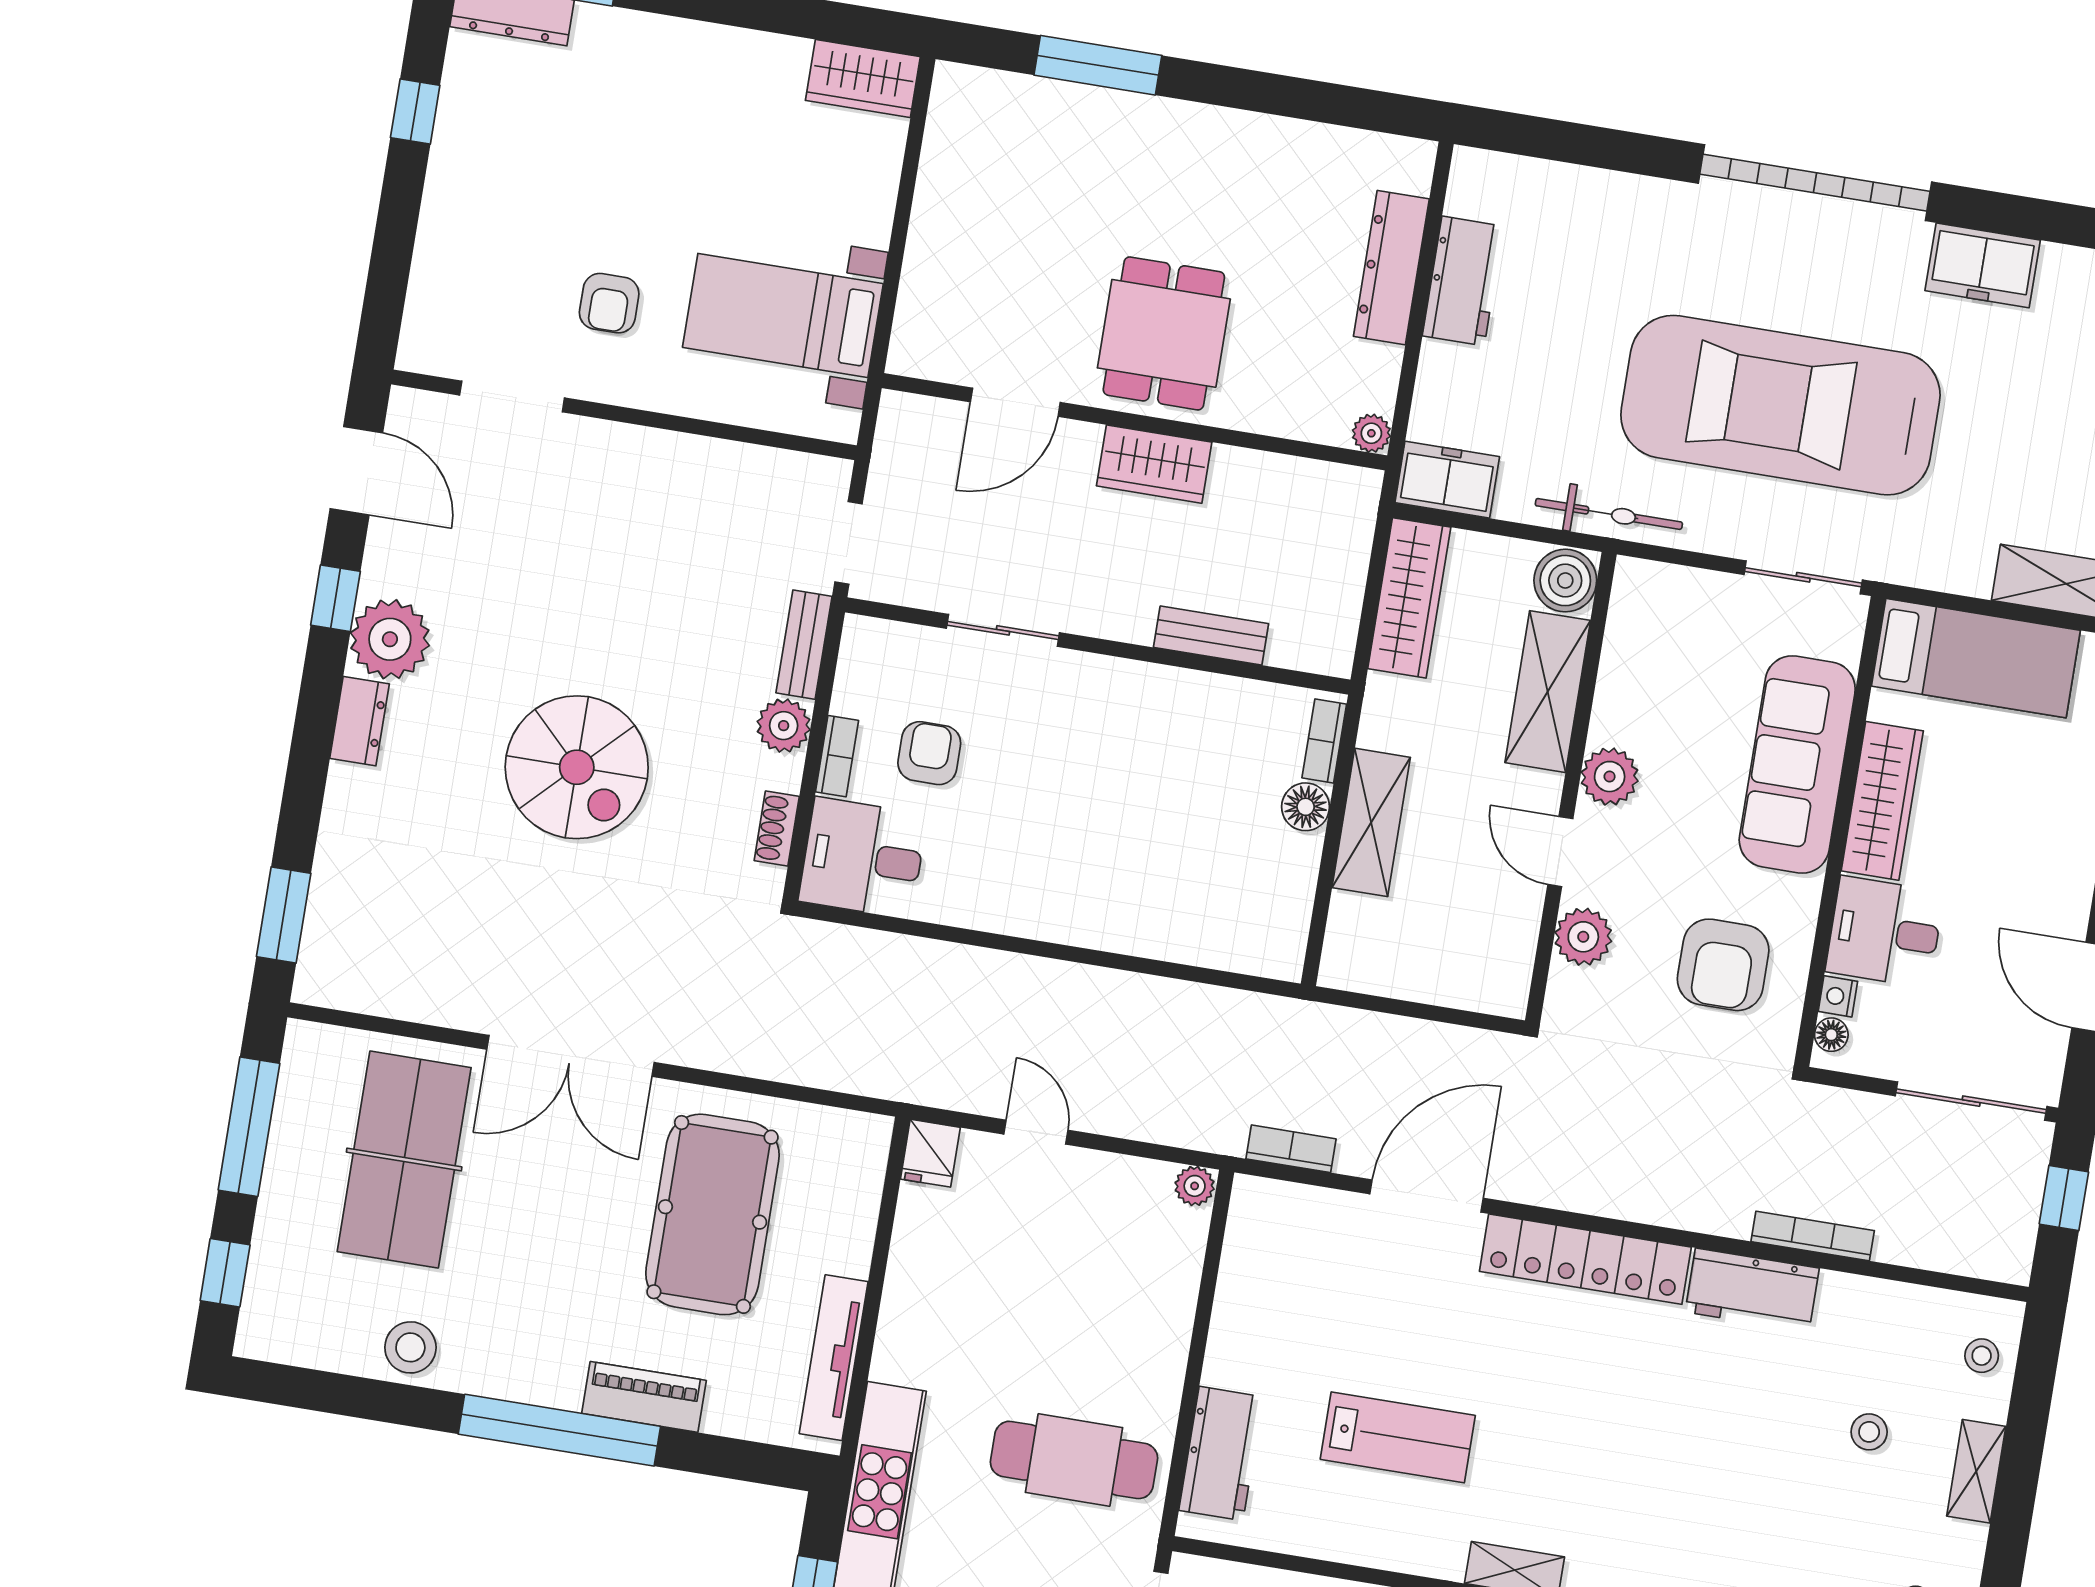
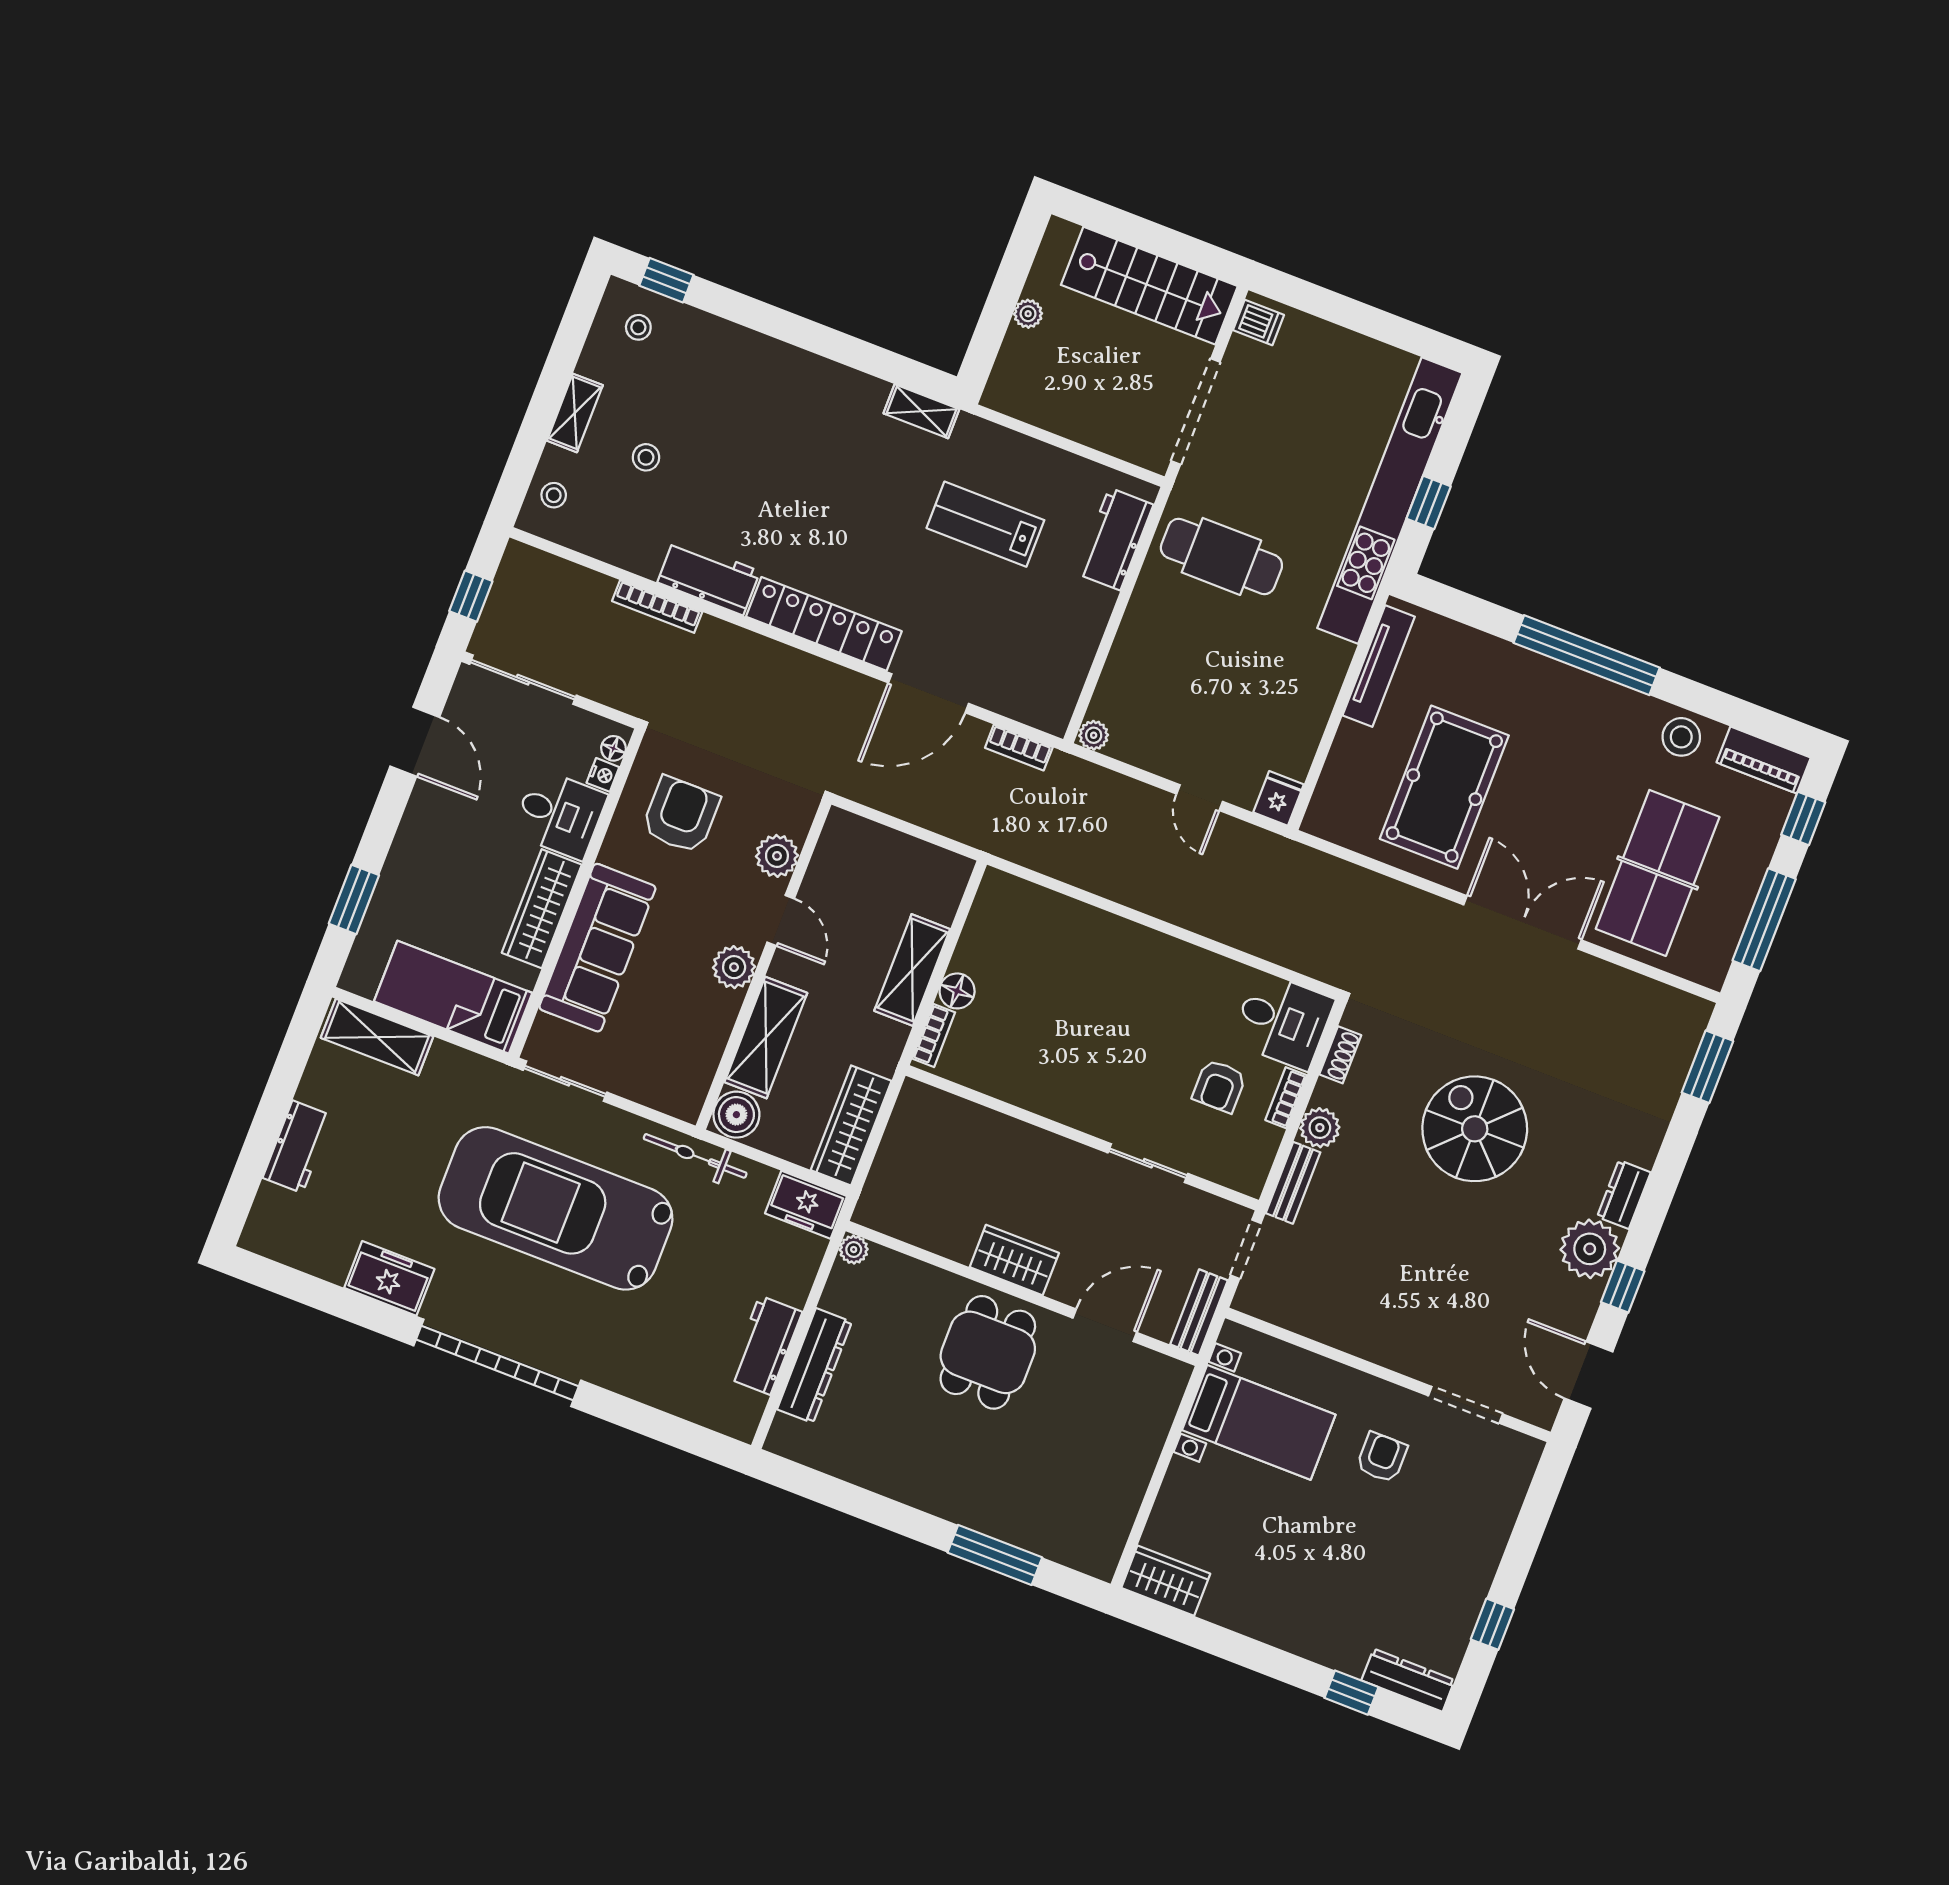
car: (1780, 405) -> (556, 1208), turned 180
bench: (1211, 636) -> (1199, 1312), moved, turned 90
piano: (644, 1397) -> (1764, 760), moved

